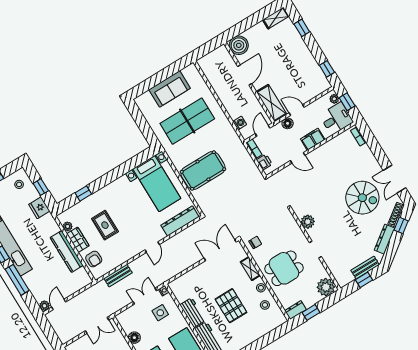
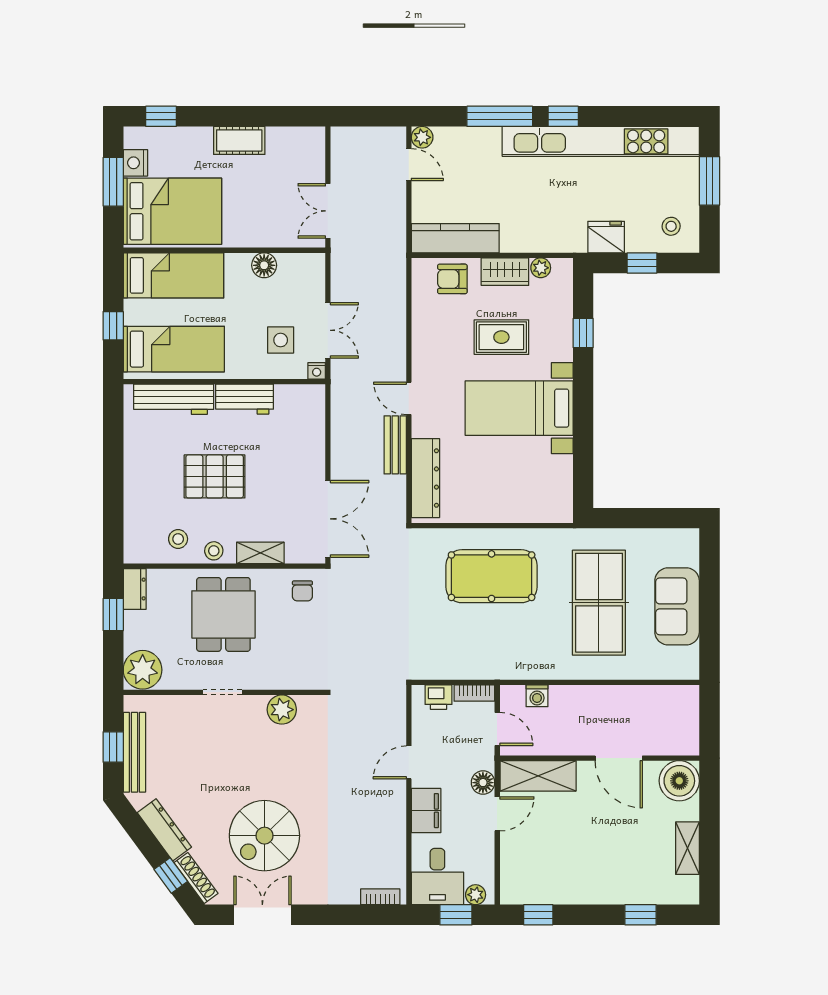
shelving: (276, 18) -> (688, 848), moved
pool table: (203, 170) -> (492, 576), turned 90
bed with nightstands: (157, 184) -> (519, 408), moved
kitchen counter: (67, 251) -> (455, 238), moved
bench: (365, 268) -> (134, 752), width x1.36
bench: (118, 276) -> (395, 445), moved

